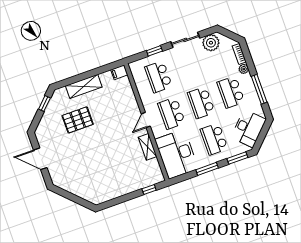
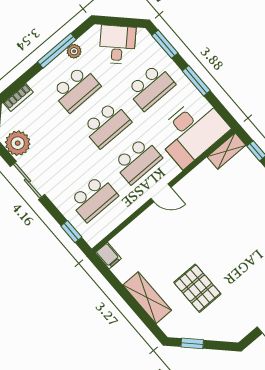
window: (154, 51) -> (71, 232), moved
plant: (244, 69) -> (74, 51), moved
desk: (248, 128) -> (117, 45), width x0.73
shelving: (148, 147) -> (226, 151), moved

